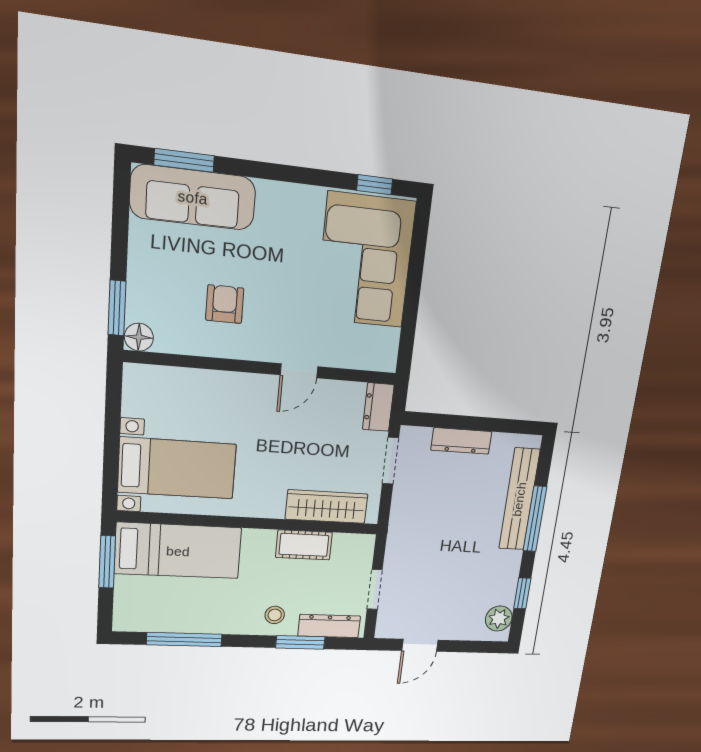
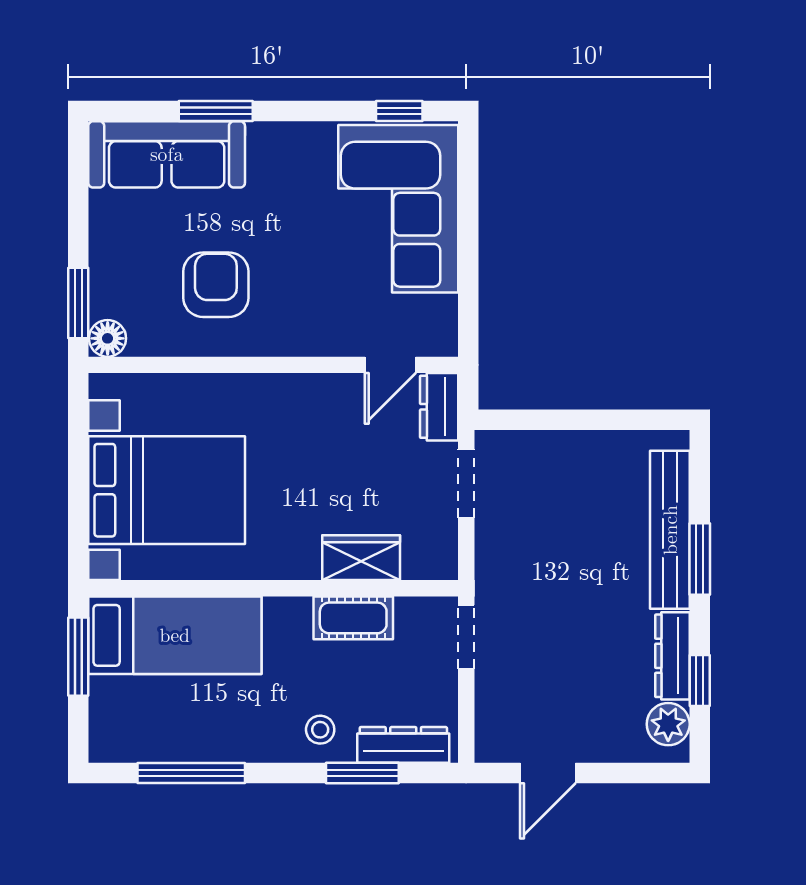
window: (184, 160) -> (216, 111), moved
armchair: (225, 304) -> (216, 285), width x1.38, depth x1.38
door: (299, 371) -> (390, 365), moved
dresser: (461, 441) -> (672, 656), moved, turned 90
bed with nightstands: (177, 468) -> (167, 490), width x1.36
wardrobe: (327, 507) -> (361, 558), width x0.67
window: (535, 519) -> (700, 559), width x0.69
doorway: (375, 590) -> (466, 637), moved

